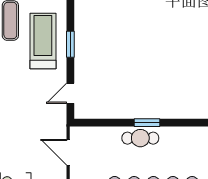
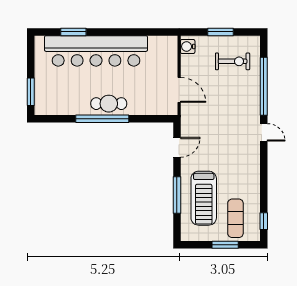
window: (70, 44) -> (177, 195), width x1.44
window: (147, 123) -> (102, 119), width x2.11

